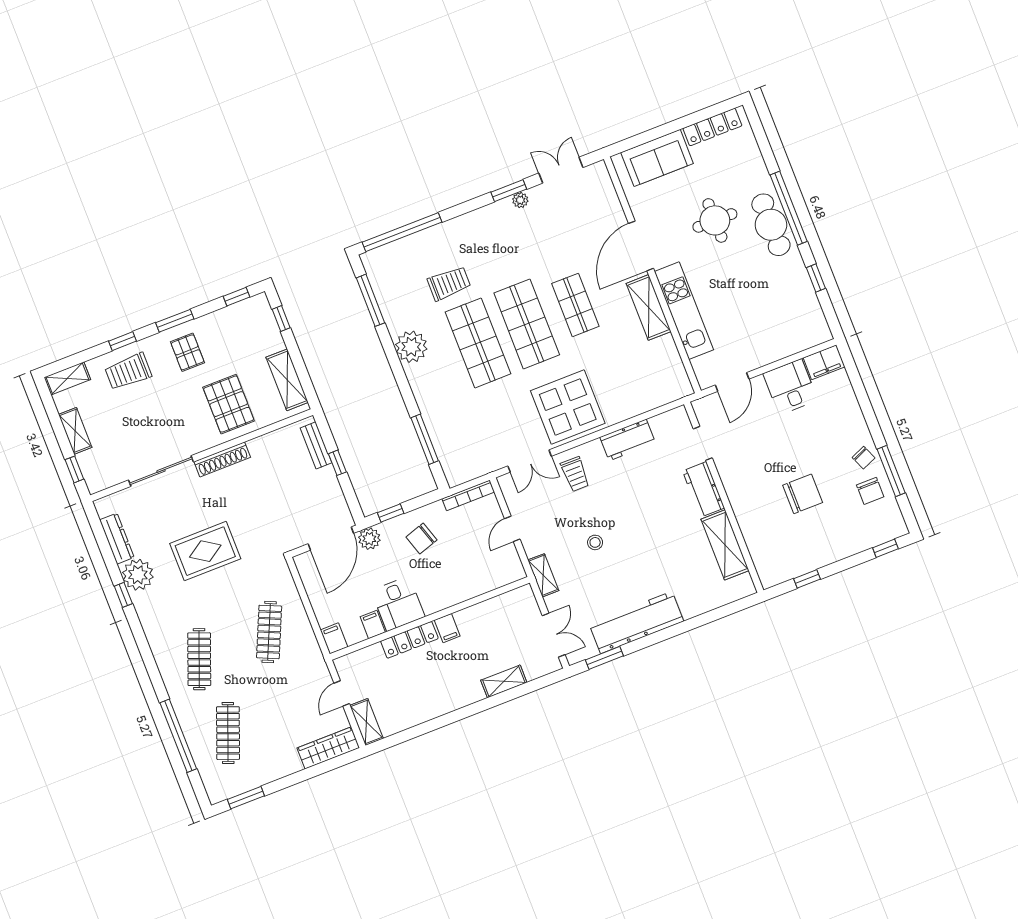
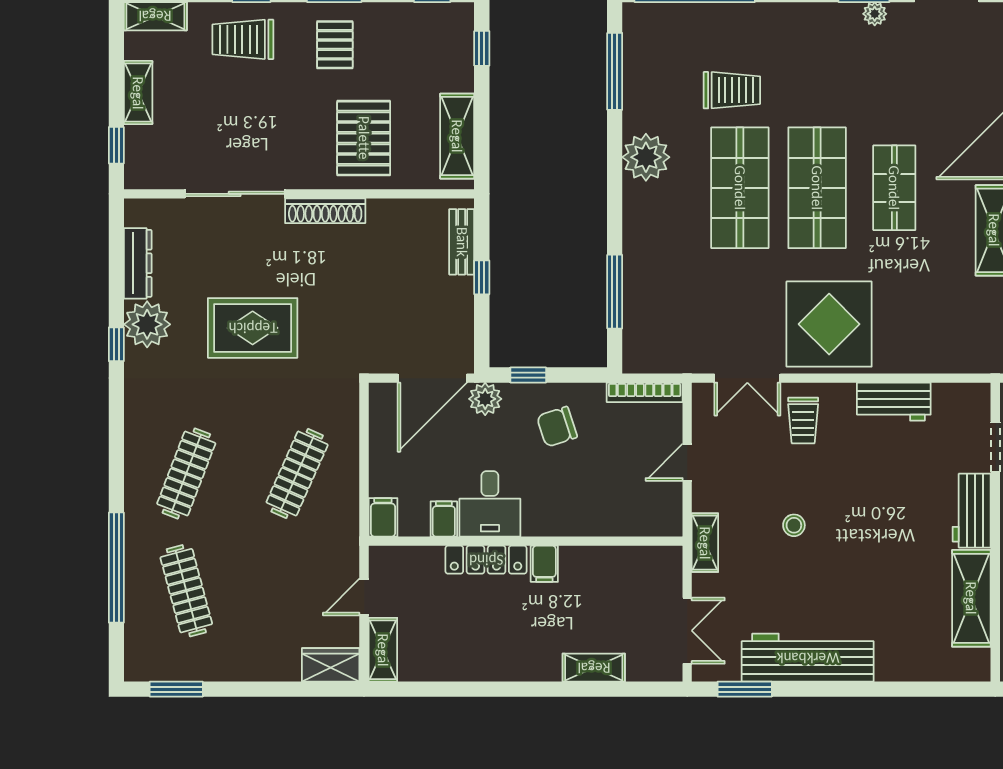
clothes rail: (228, 733) -> (186, 591), turned -36
wardrobe: (328, 748) -> (331, 665), width x0.67

